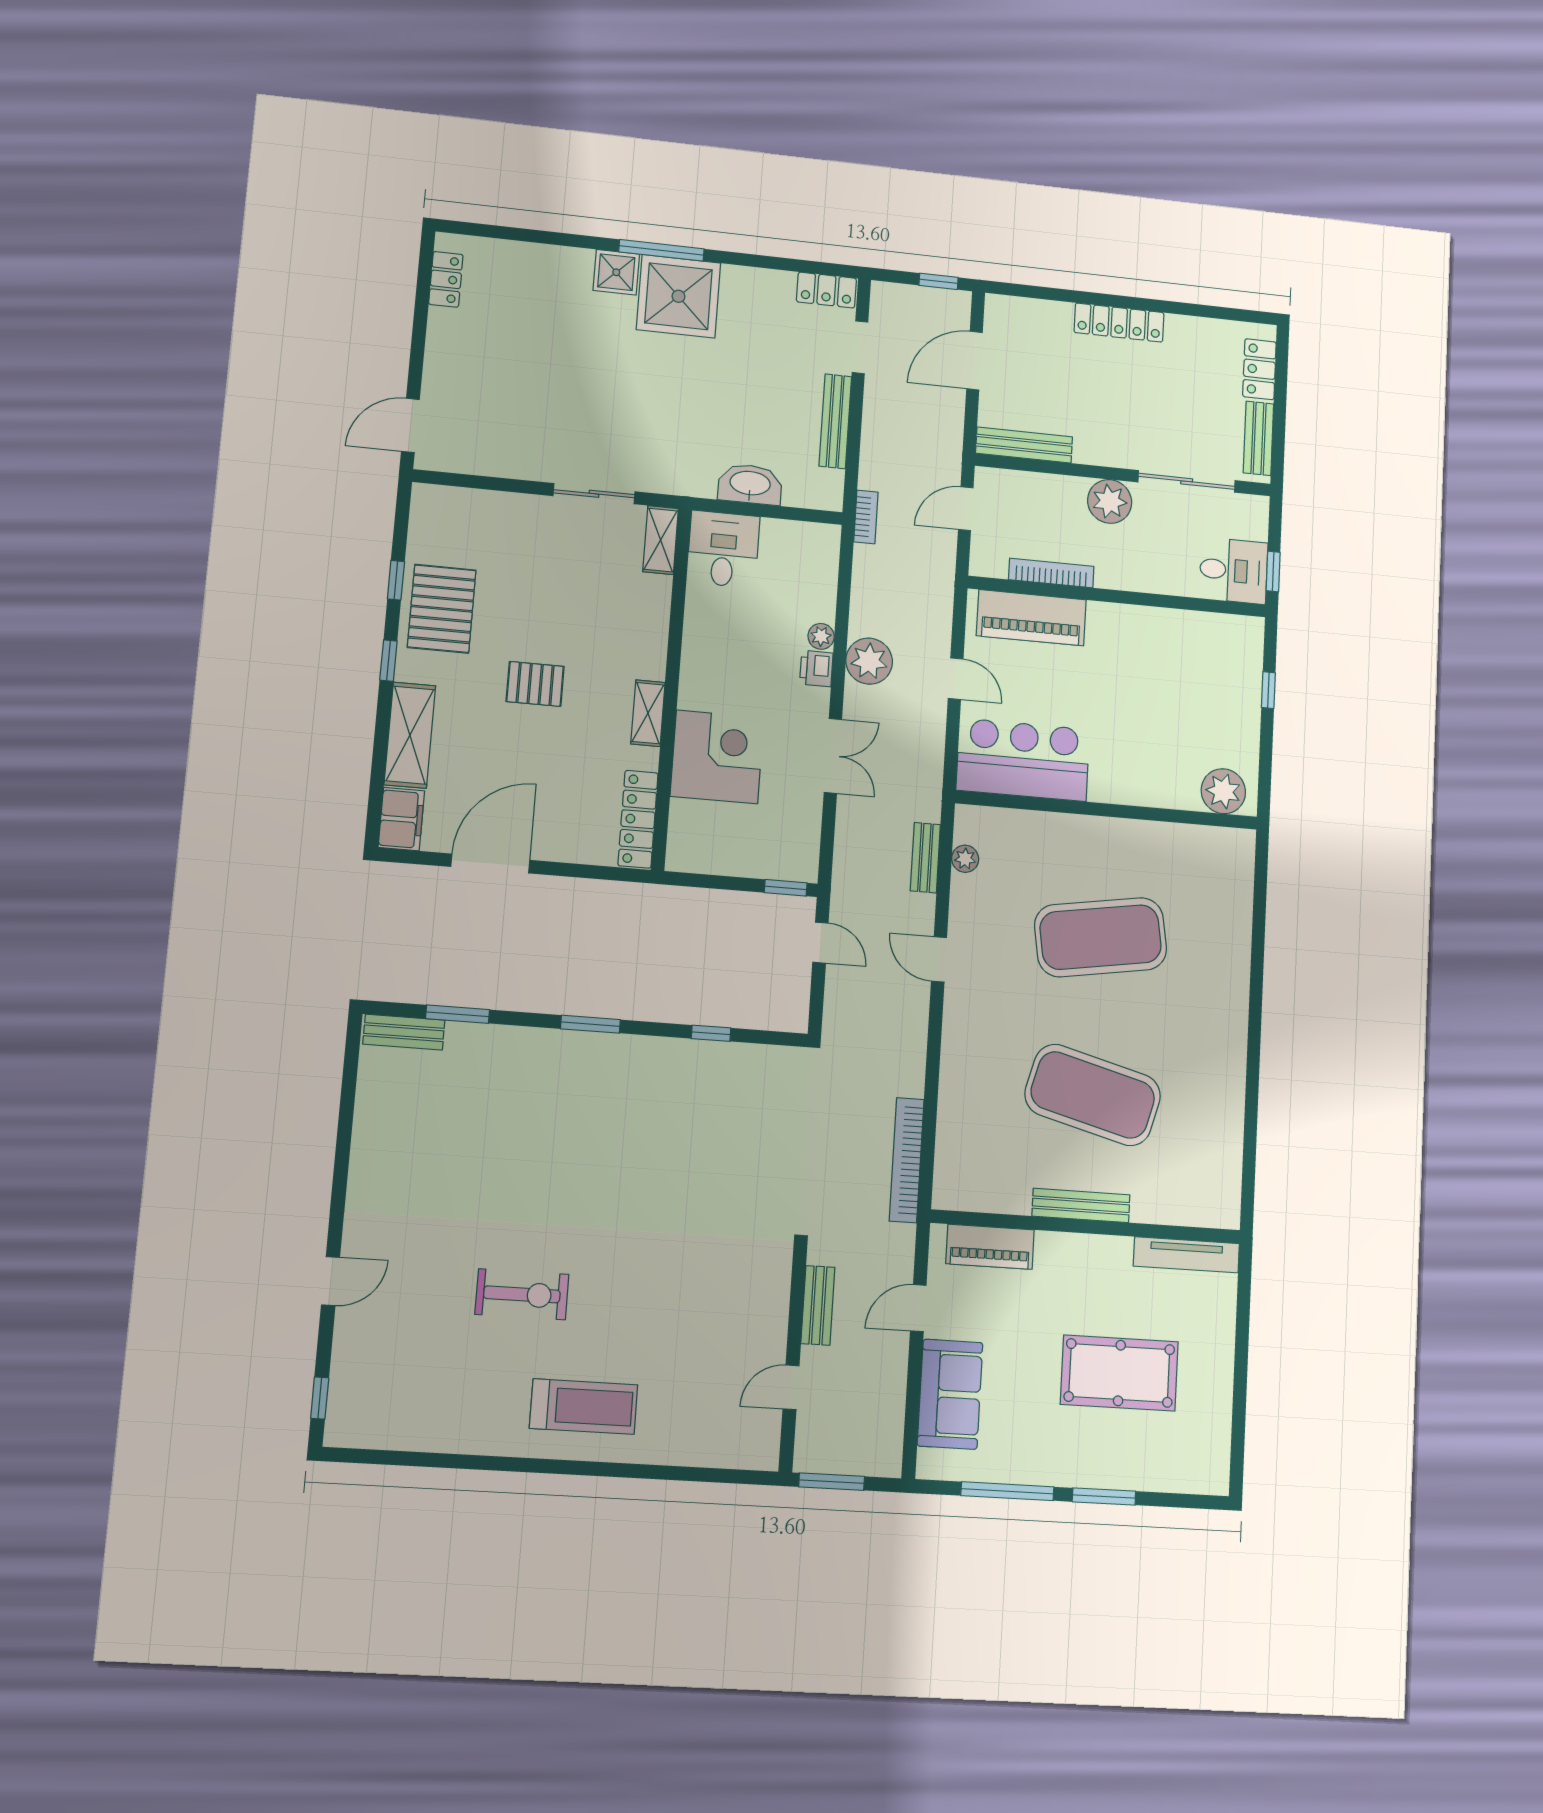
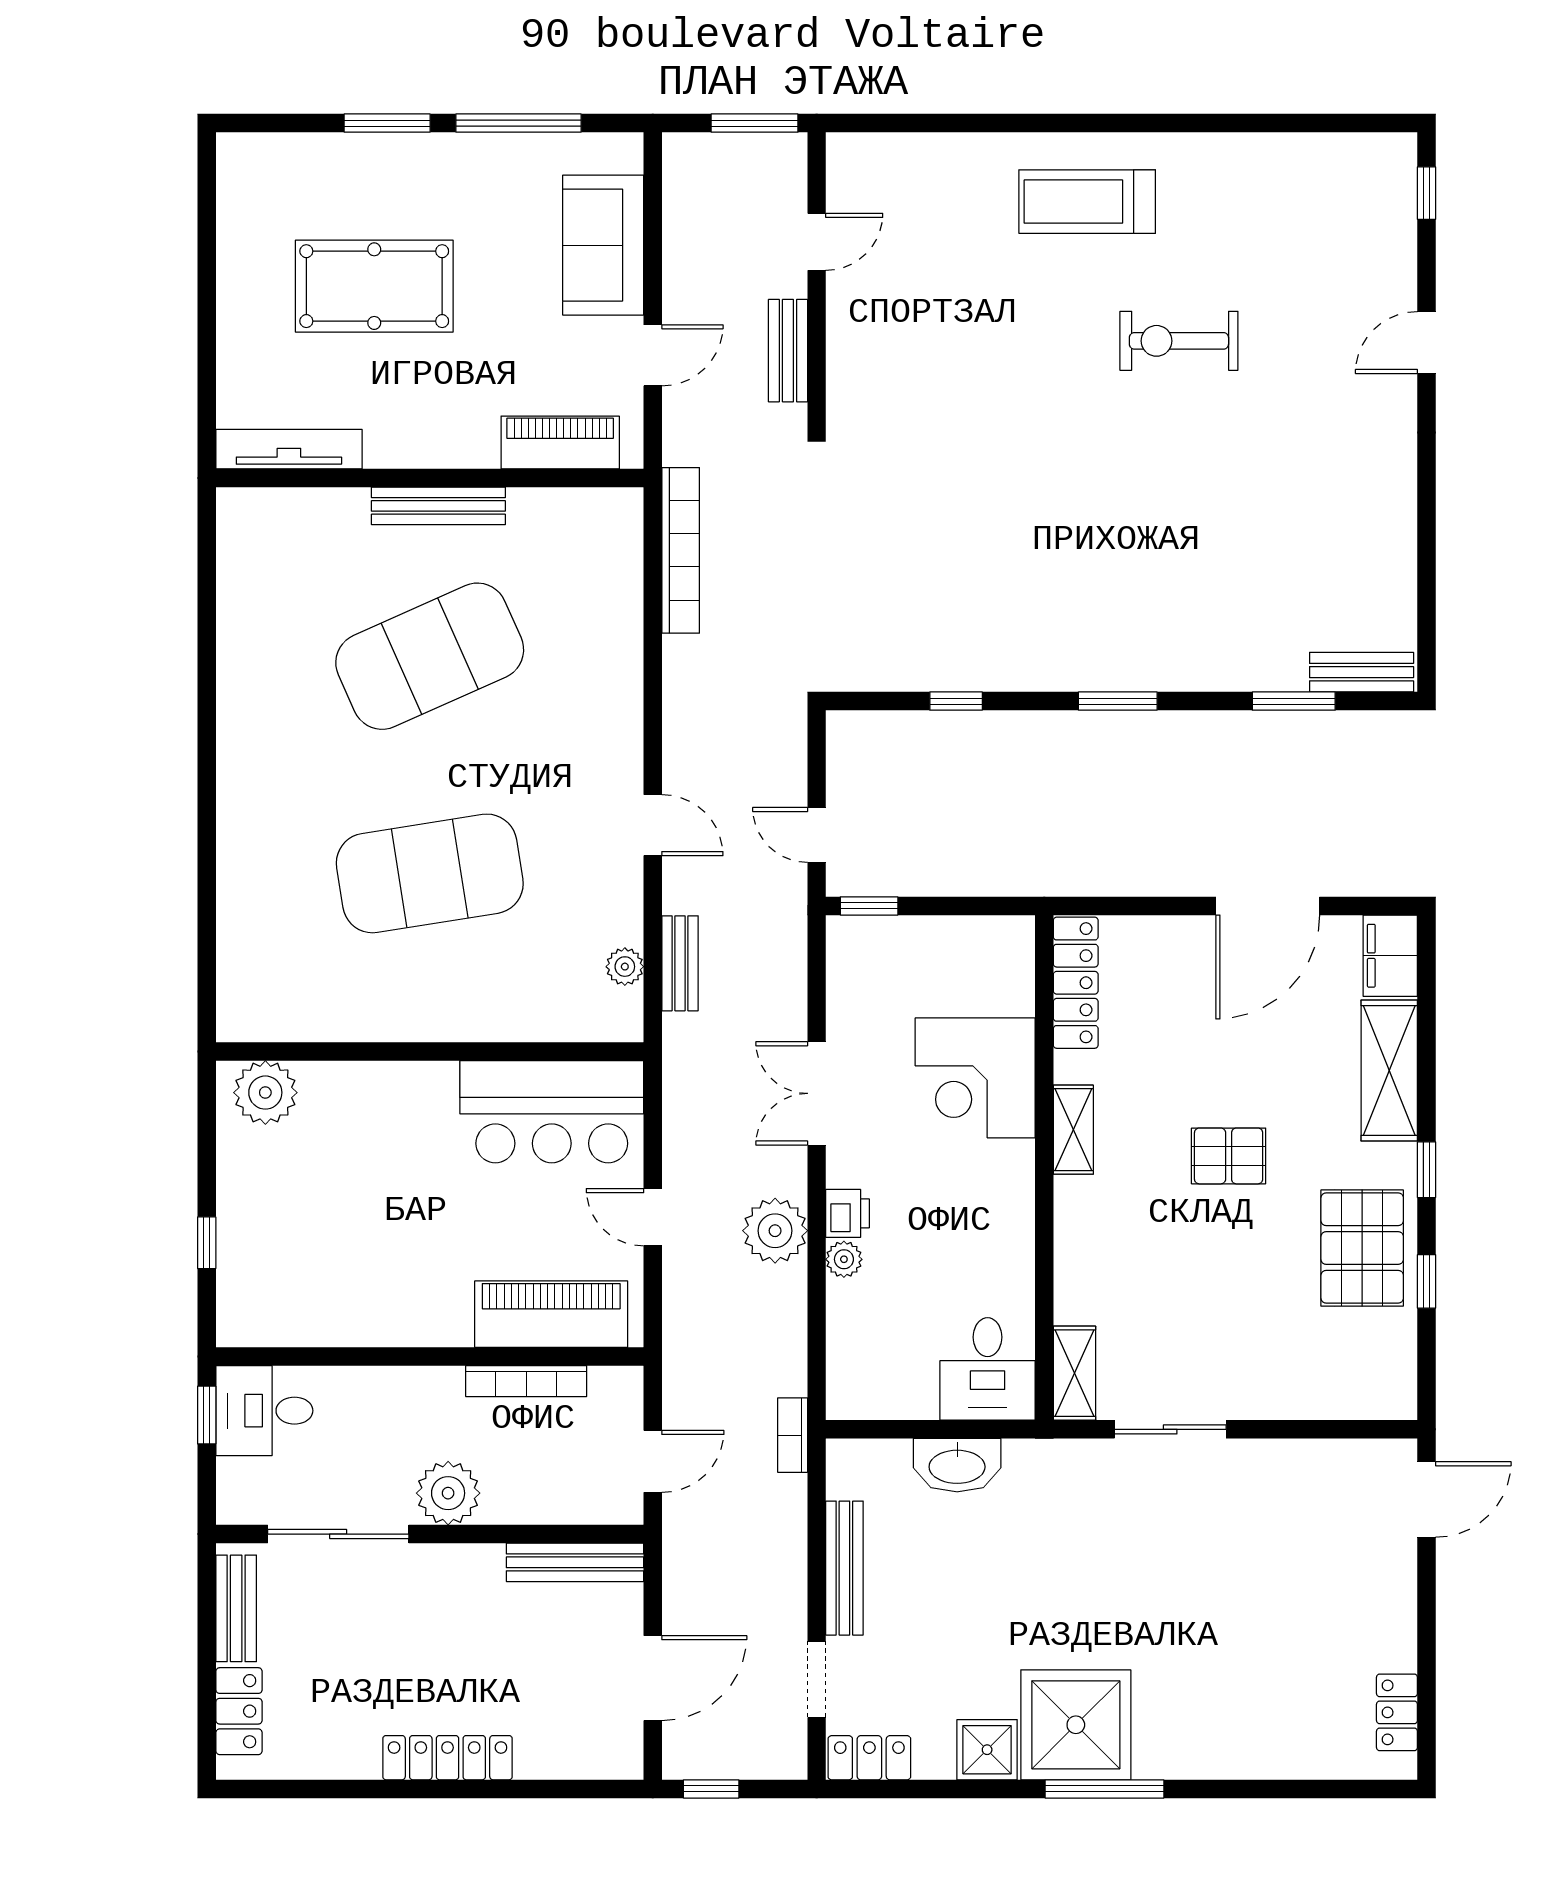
shower: (616, 272) -> (987, 1750), moved
exercise mat: (1093, 1095) -> (430, 656), turned -39

